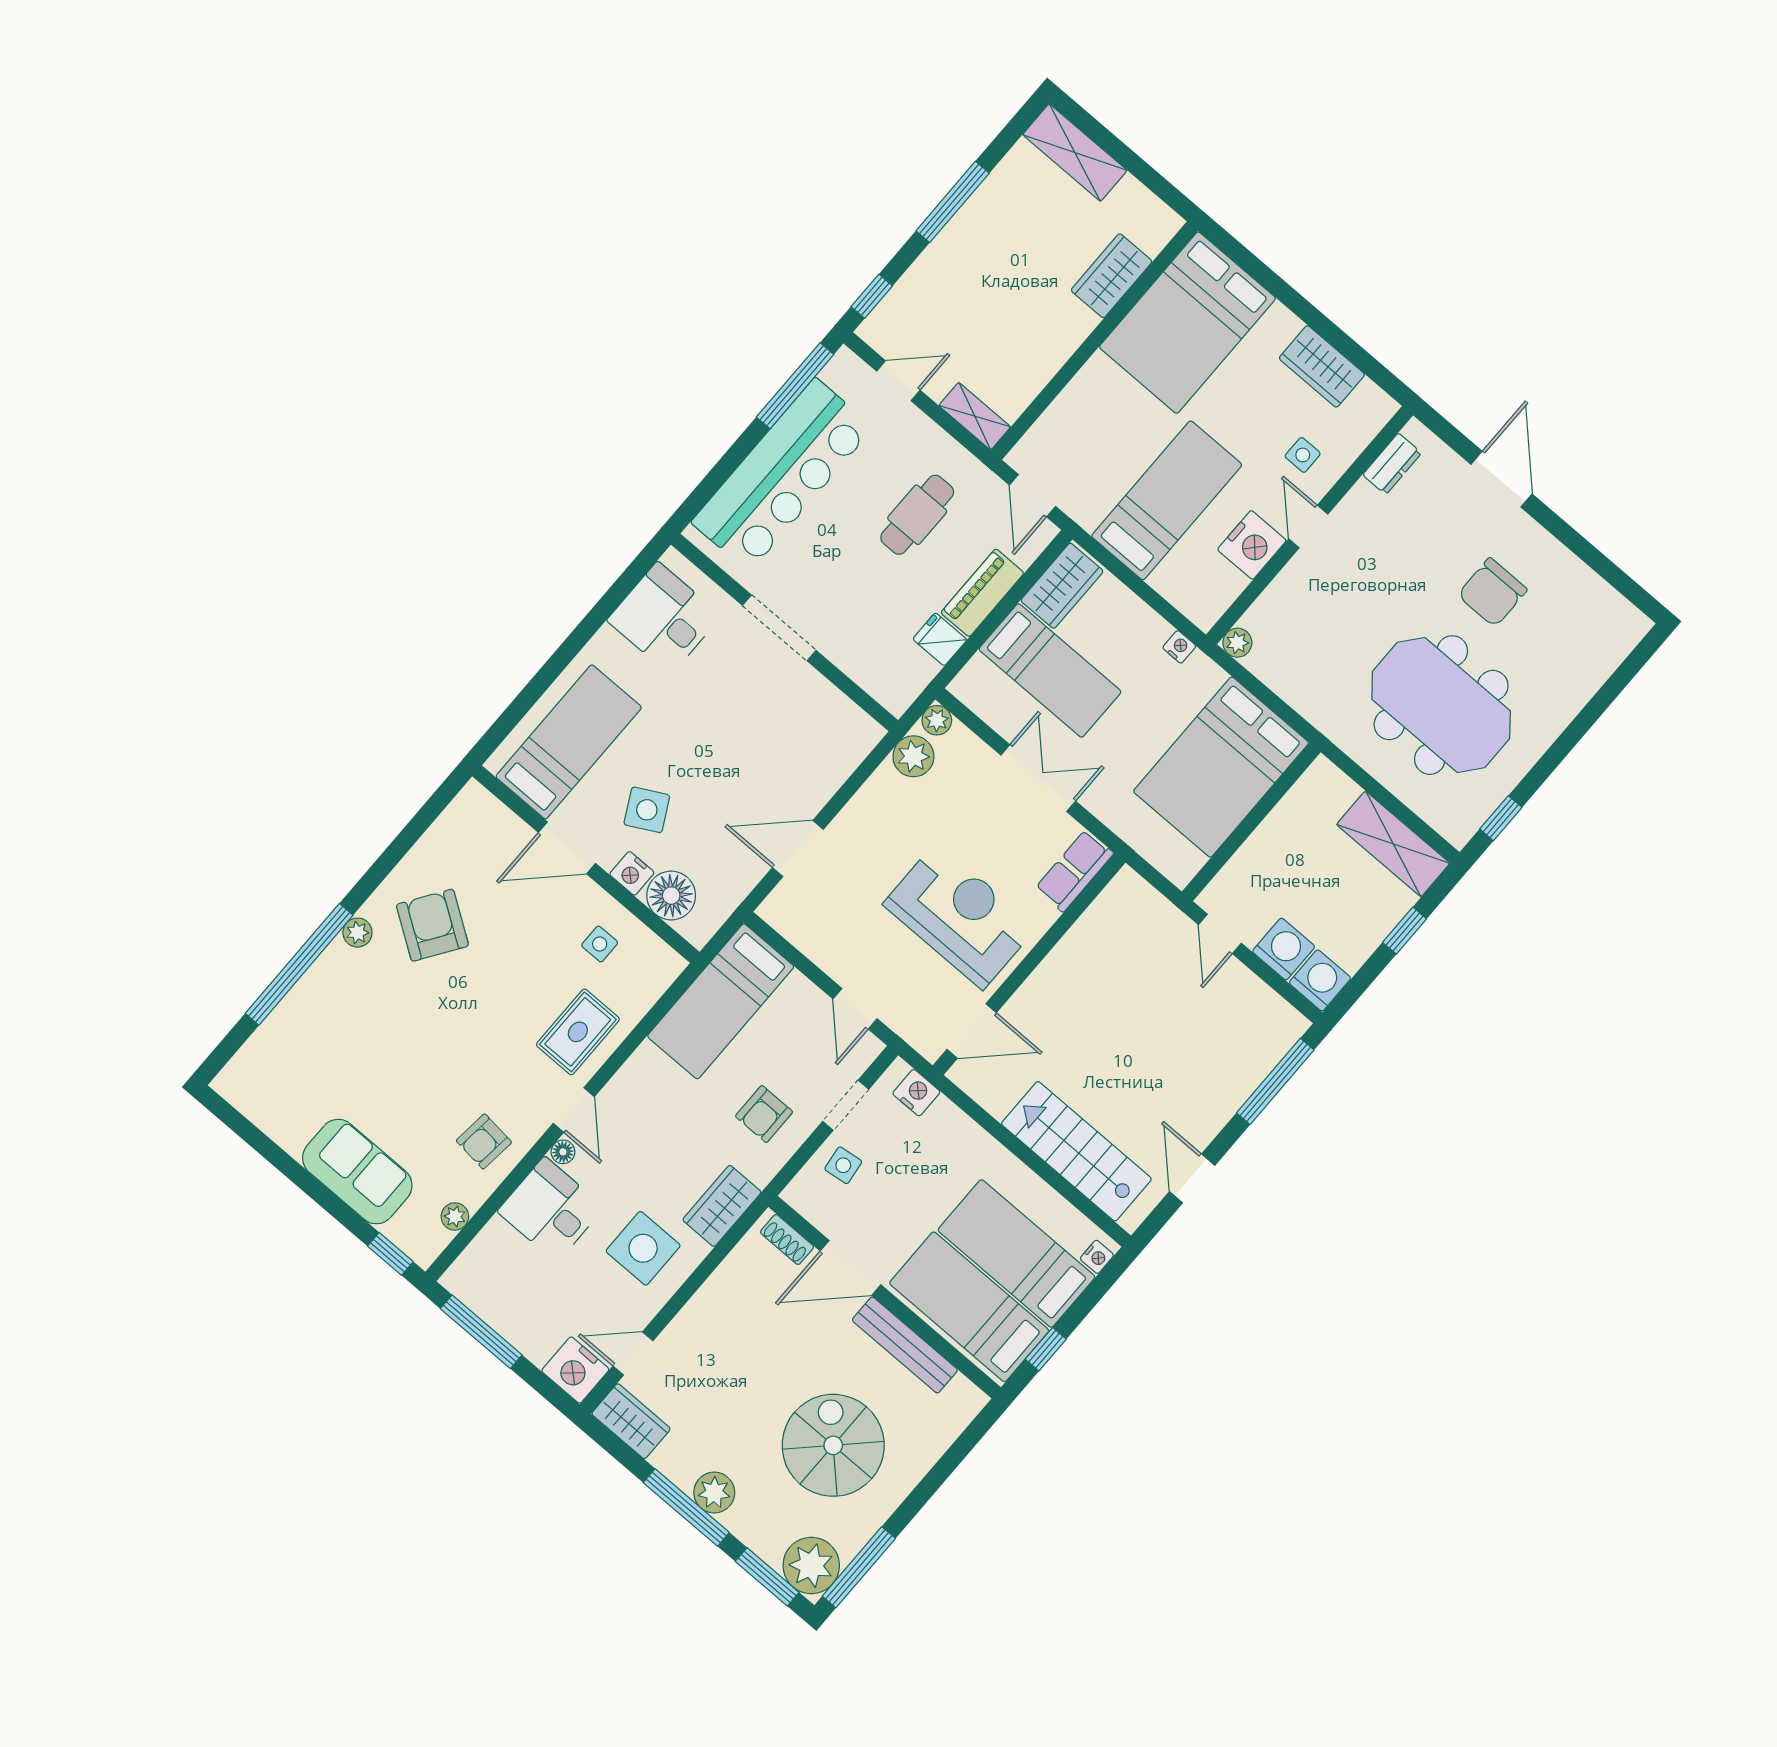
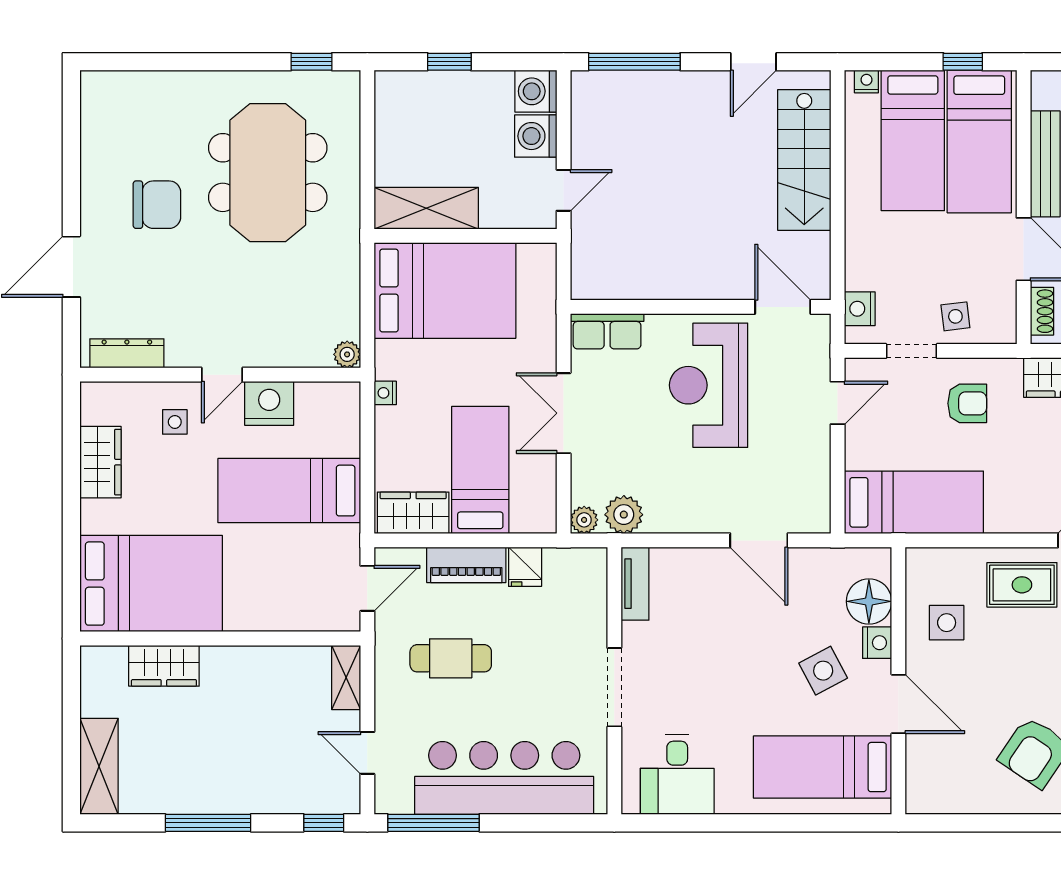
dresser: (1392, 464) -> (127, 353), width x1.44
tv unit: (849, 717) -> (635, 584), added
shelving: (1393, 844) -> (426, 208), moved, turned 90
side table: (600, 944) -> (947, 623), width x1.37, depth x1.37

